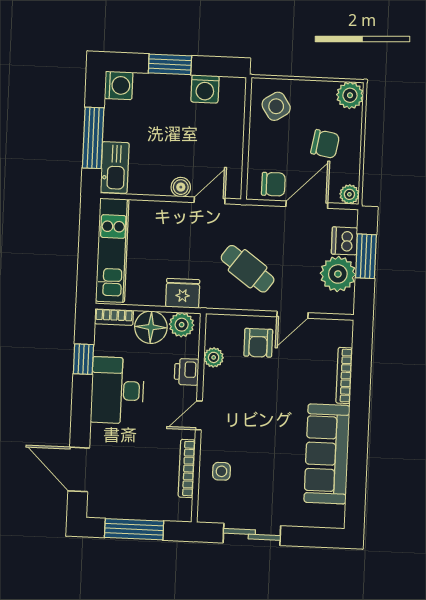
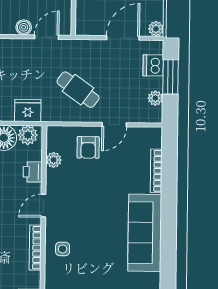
chair: (273, 184) -> (96, 23), removed
plant: (338, 274) -> (155, 98), width x0.53, depth x0.53

